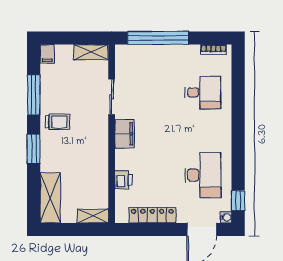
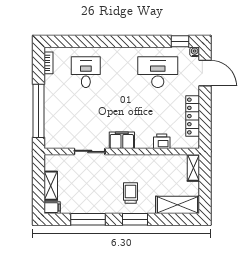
shelving: (91, 52) -> (51, 186), moved
trolley: (58, 122) -> (131, 193), moved

